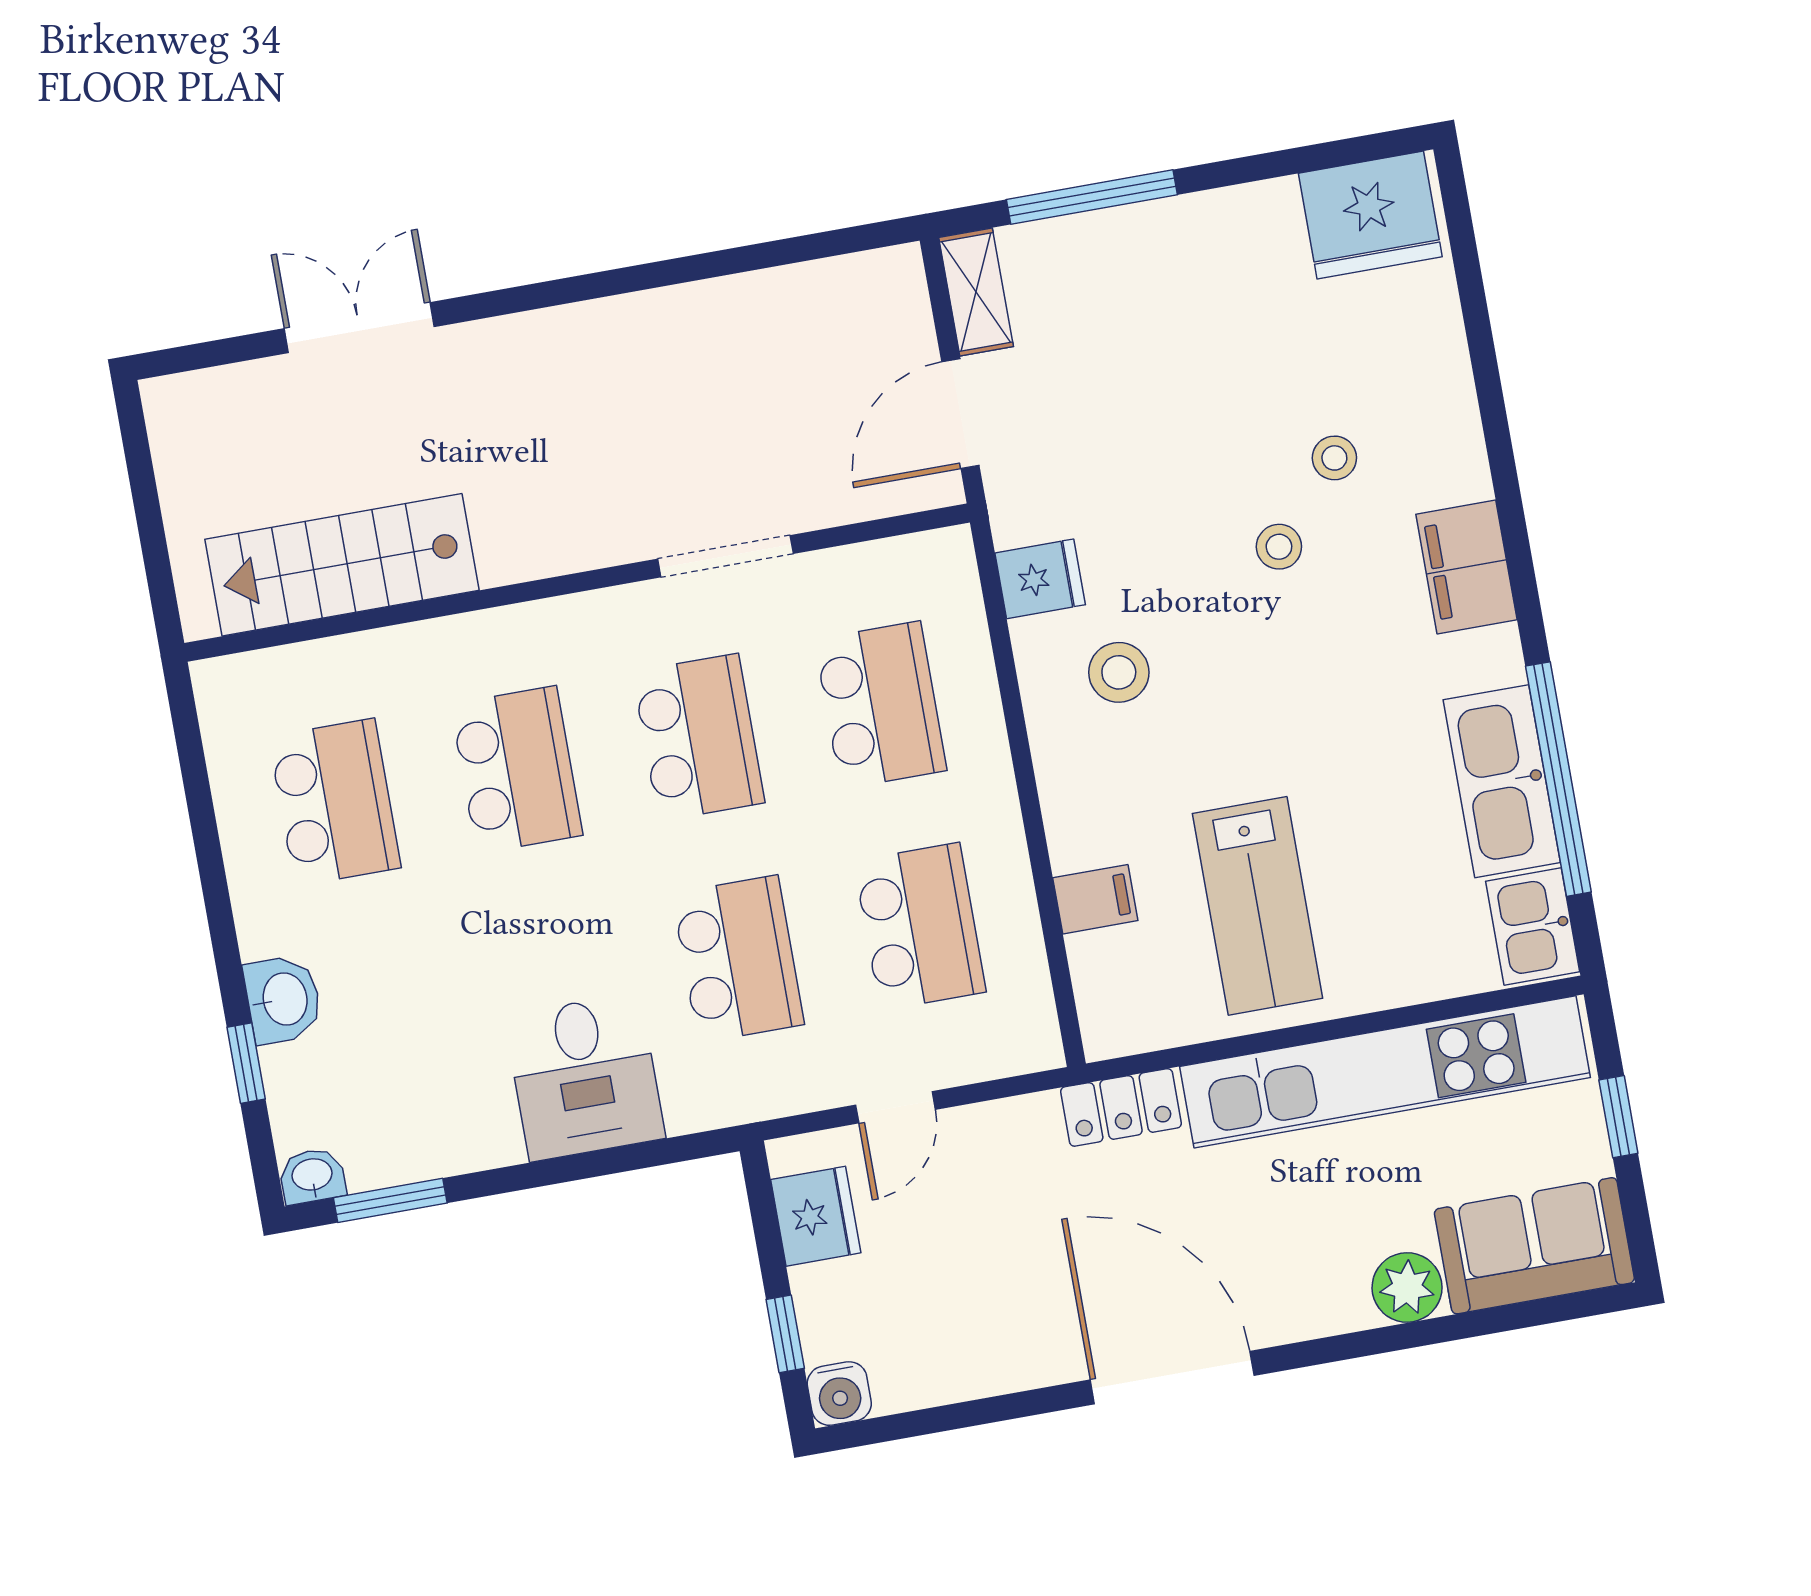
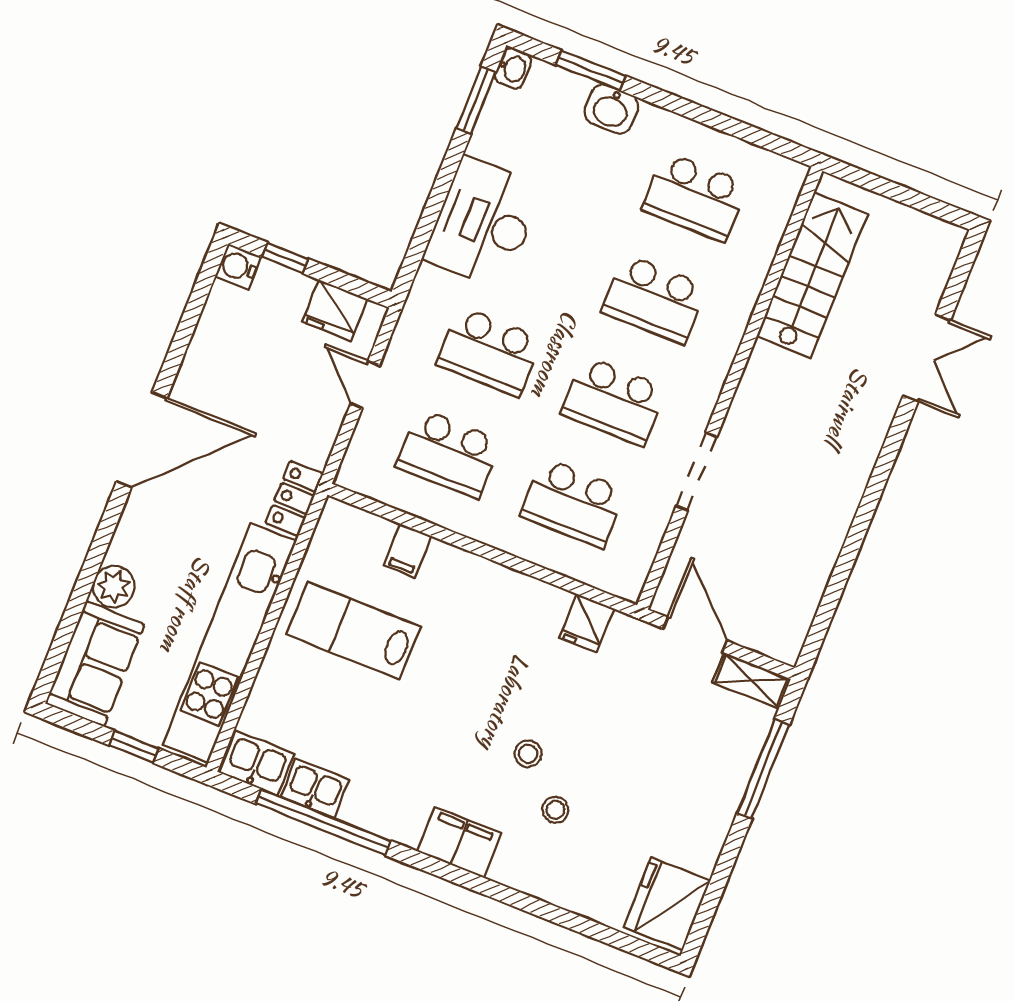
stool: (1119, 672) -> (515, 634), removed
kitchen sink: (1502, 781) -> (315, 788), width x0.53, depth x0.81
window: (246, 1063) -> (591, 70), width x1.50
desk: (585, 1077) -> (483, 223), width x1.37

